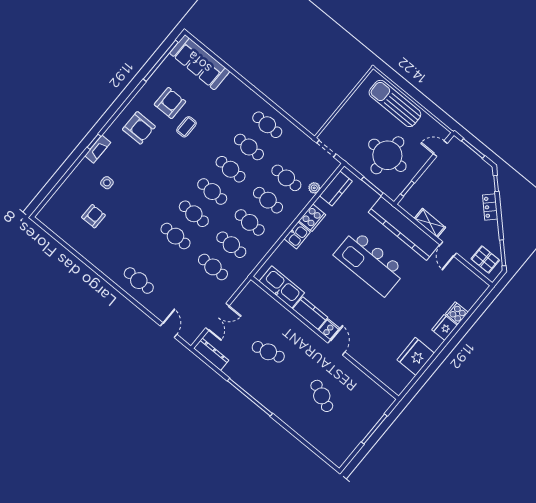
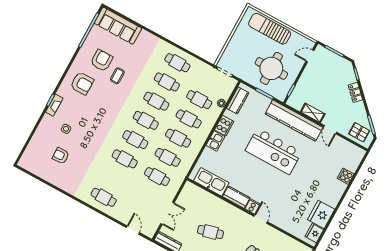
armchair: (93, 216) -> (61, 156), turned -92
fridge: (445, 328) -> (314, 233), moved

